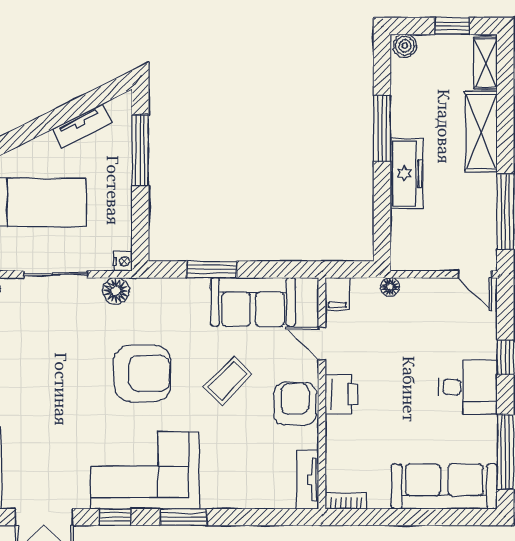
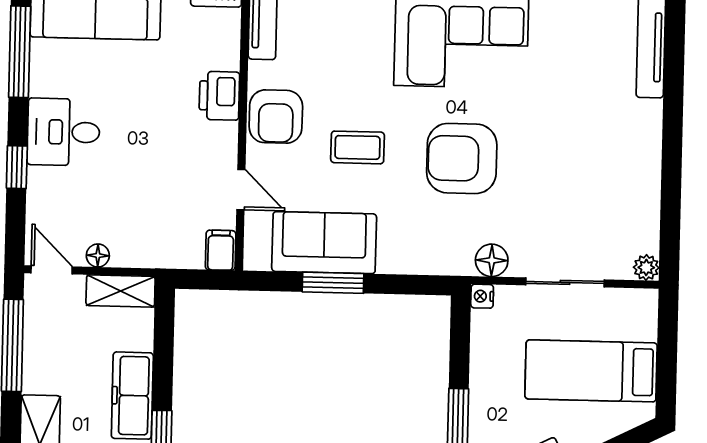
shelving: (418, 258) -> (121, 291), added
window: (212, 269) -> (333, 283), moved
floor lamp: (390, 287) -> (98, 256), moved
coffee table: (228, 380) -> (358, 147), turned 45
printer: (341, 394) -> (219, 96), moved

